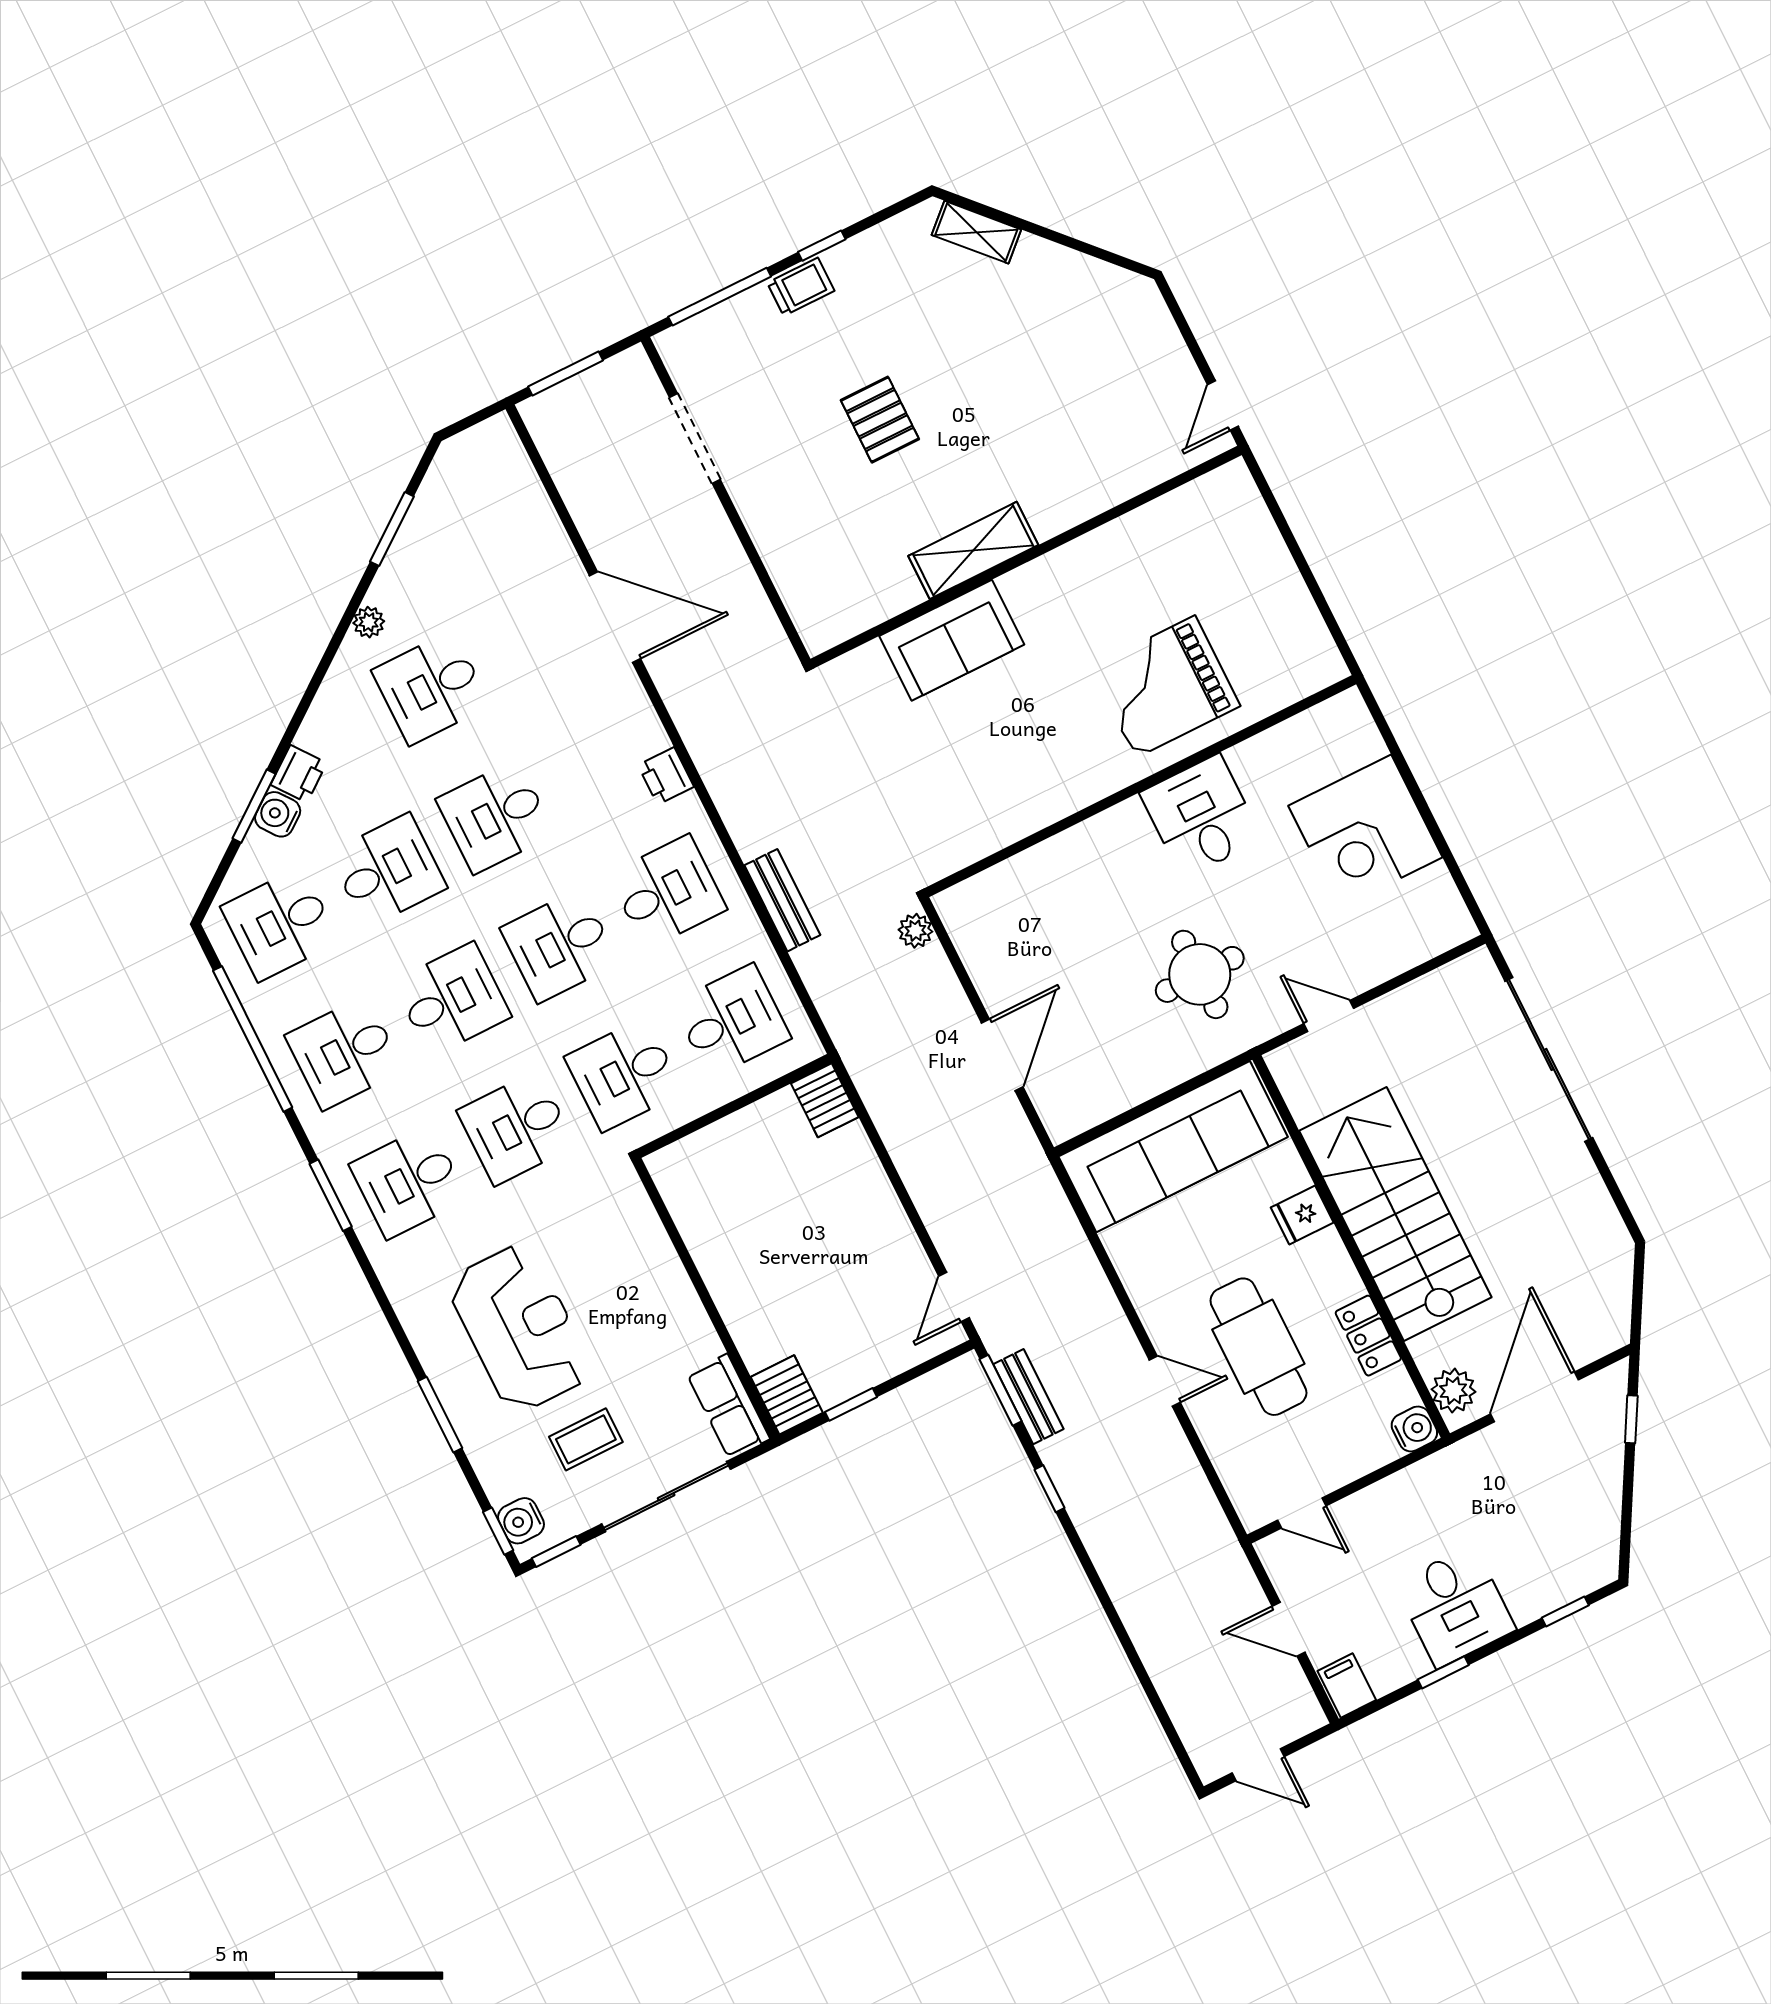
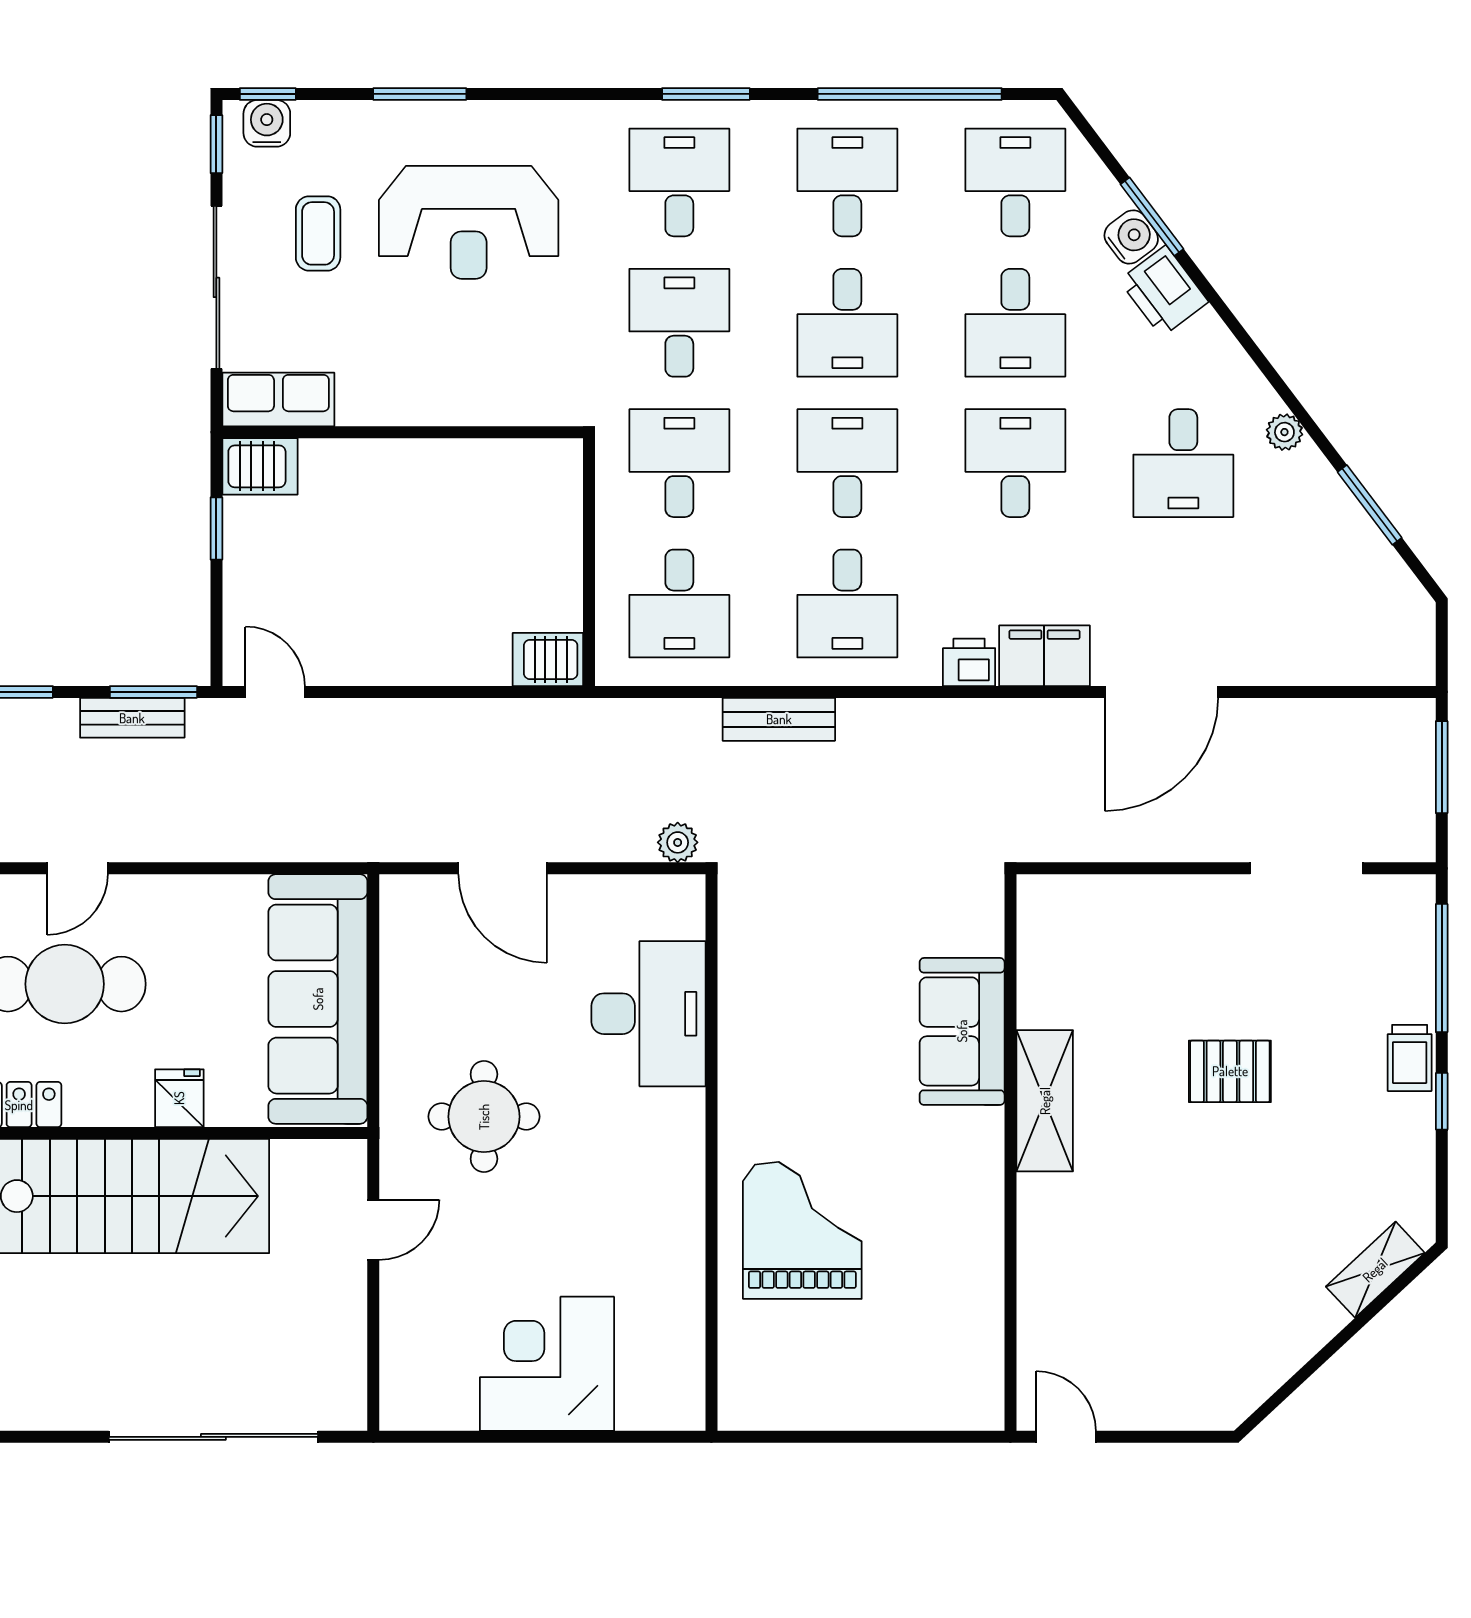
desk: (431, 688) -> (1183, 463), turned 180
filing cabinet: (632, 721) -> (1044, 656), added
printer: (299, 774) -> (1164, 291), width x1.36, depth x1.24
desk: (1201, 816) -> (649, 1014), moved, width x1.37

